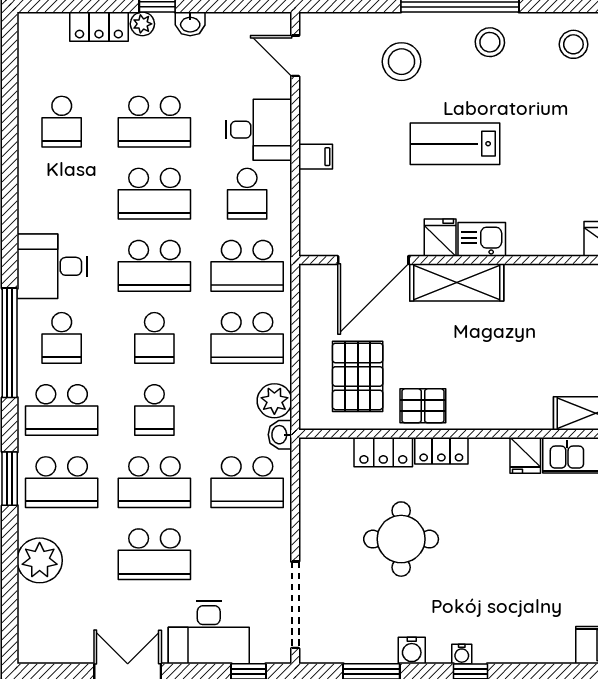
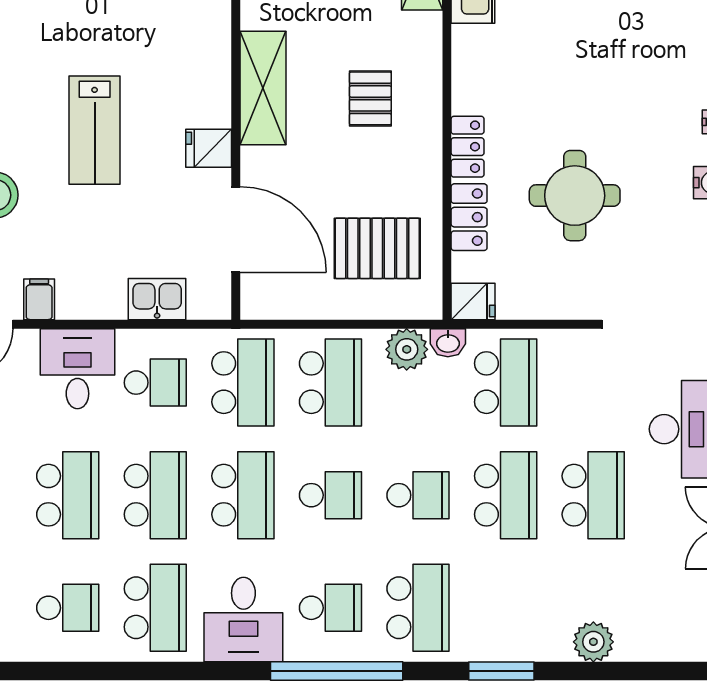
filing cabinet: (316, 157) -> (39, 299), moved
kitchen sink: (482, 239) -> (157, 299), moved, turned 90
shelving: (457, 282) -> (263, 88), moved
pallet: (423, 406) -> (370, 98), moved
fridge: (525, 455) -> (473, 301), moved
school desk: (62, 482) -> (155, 608), moved
plant: (40, 560) -> (593, 642), width x0.73, depth x0.73

